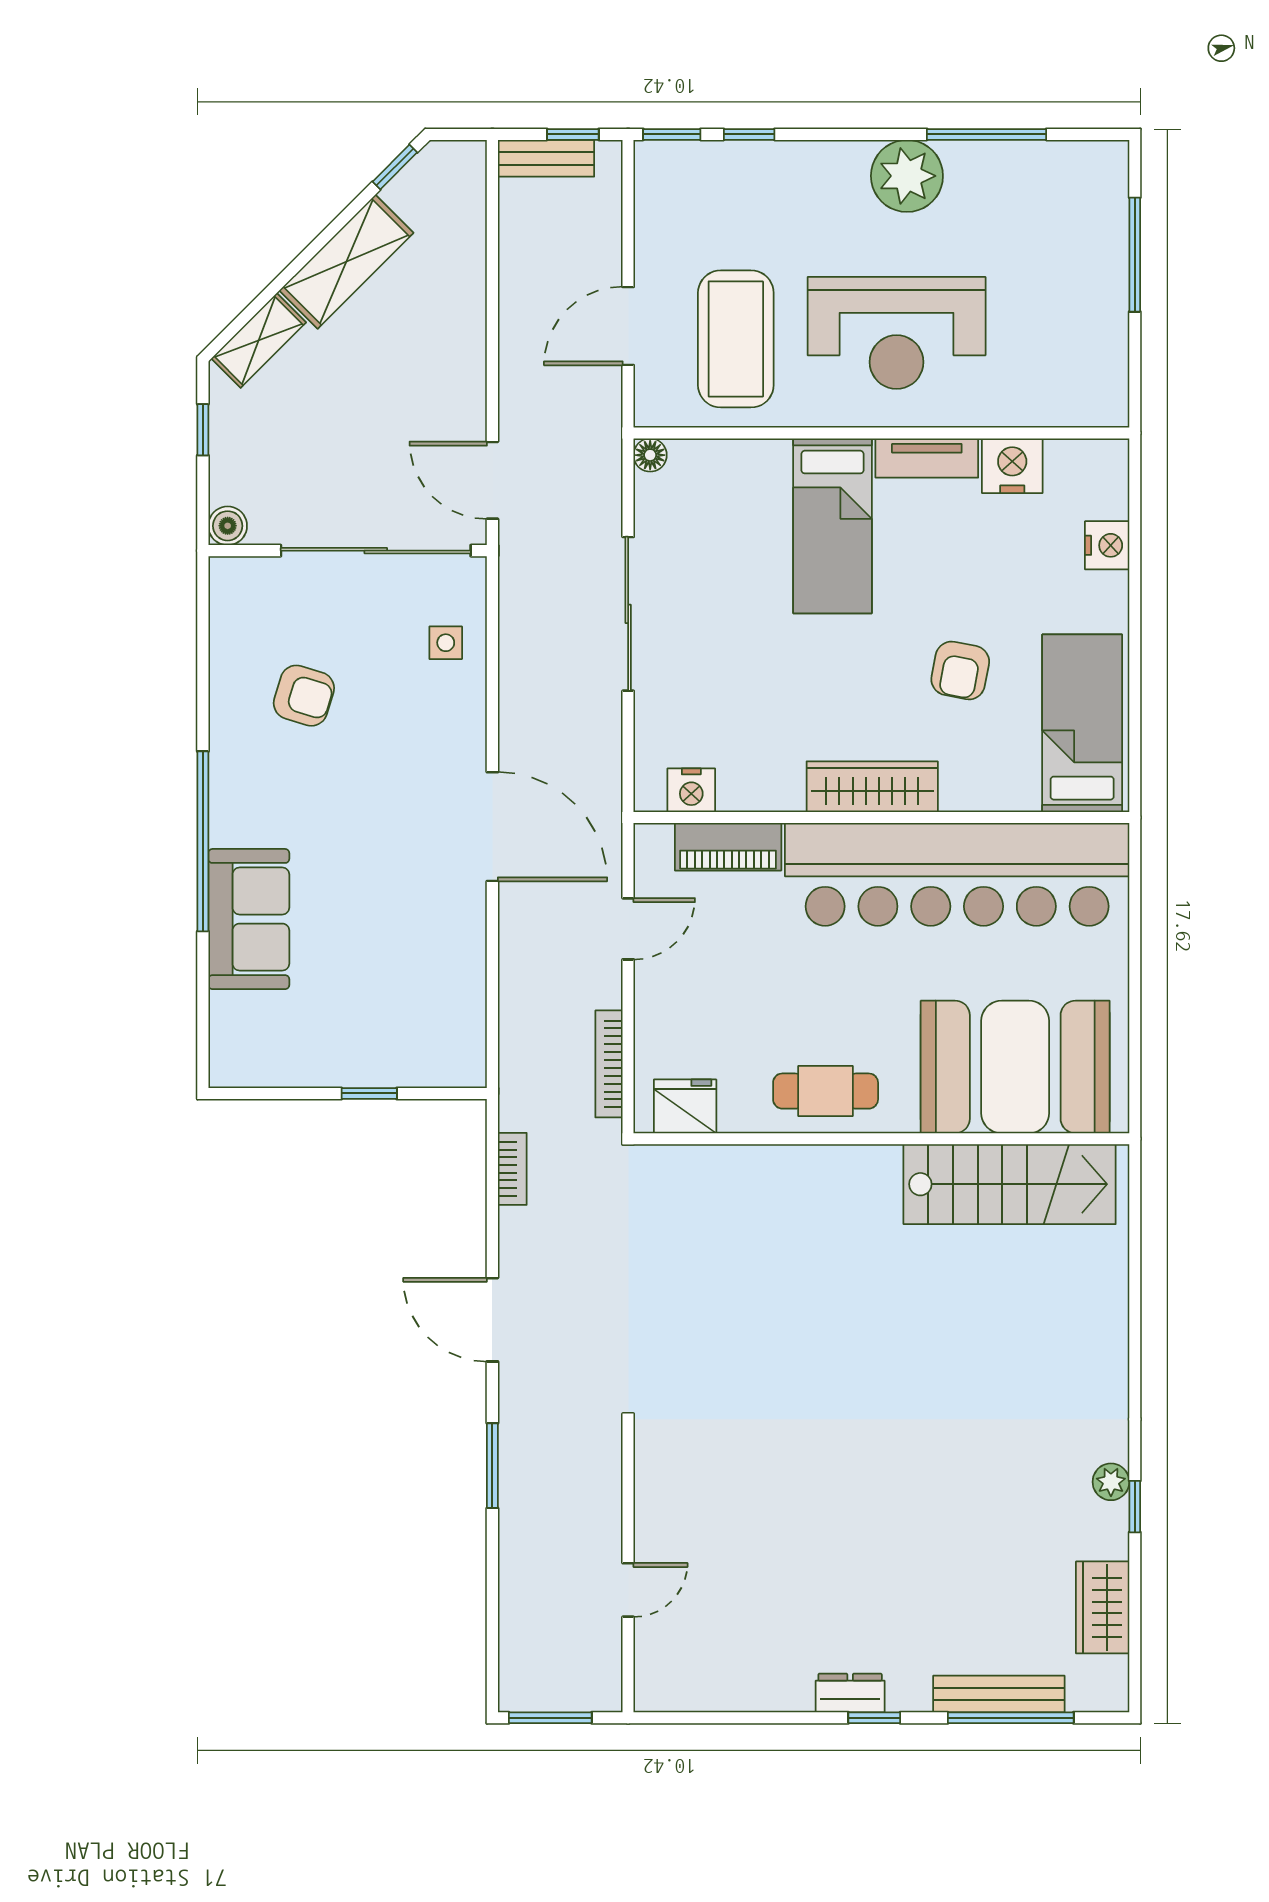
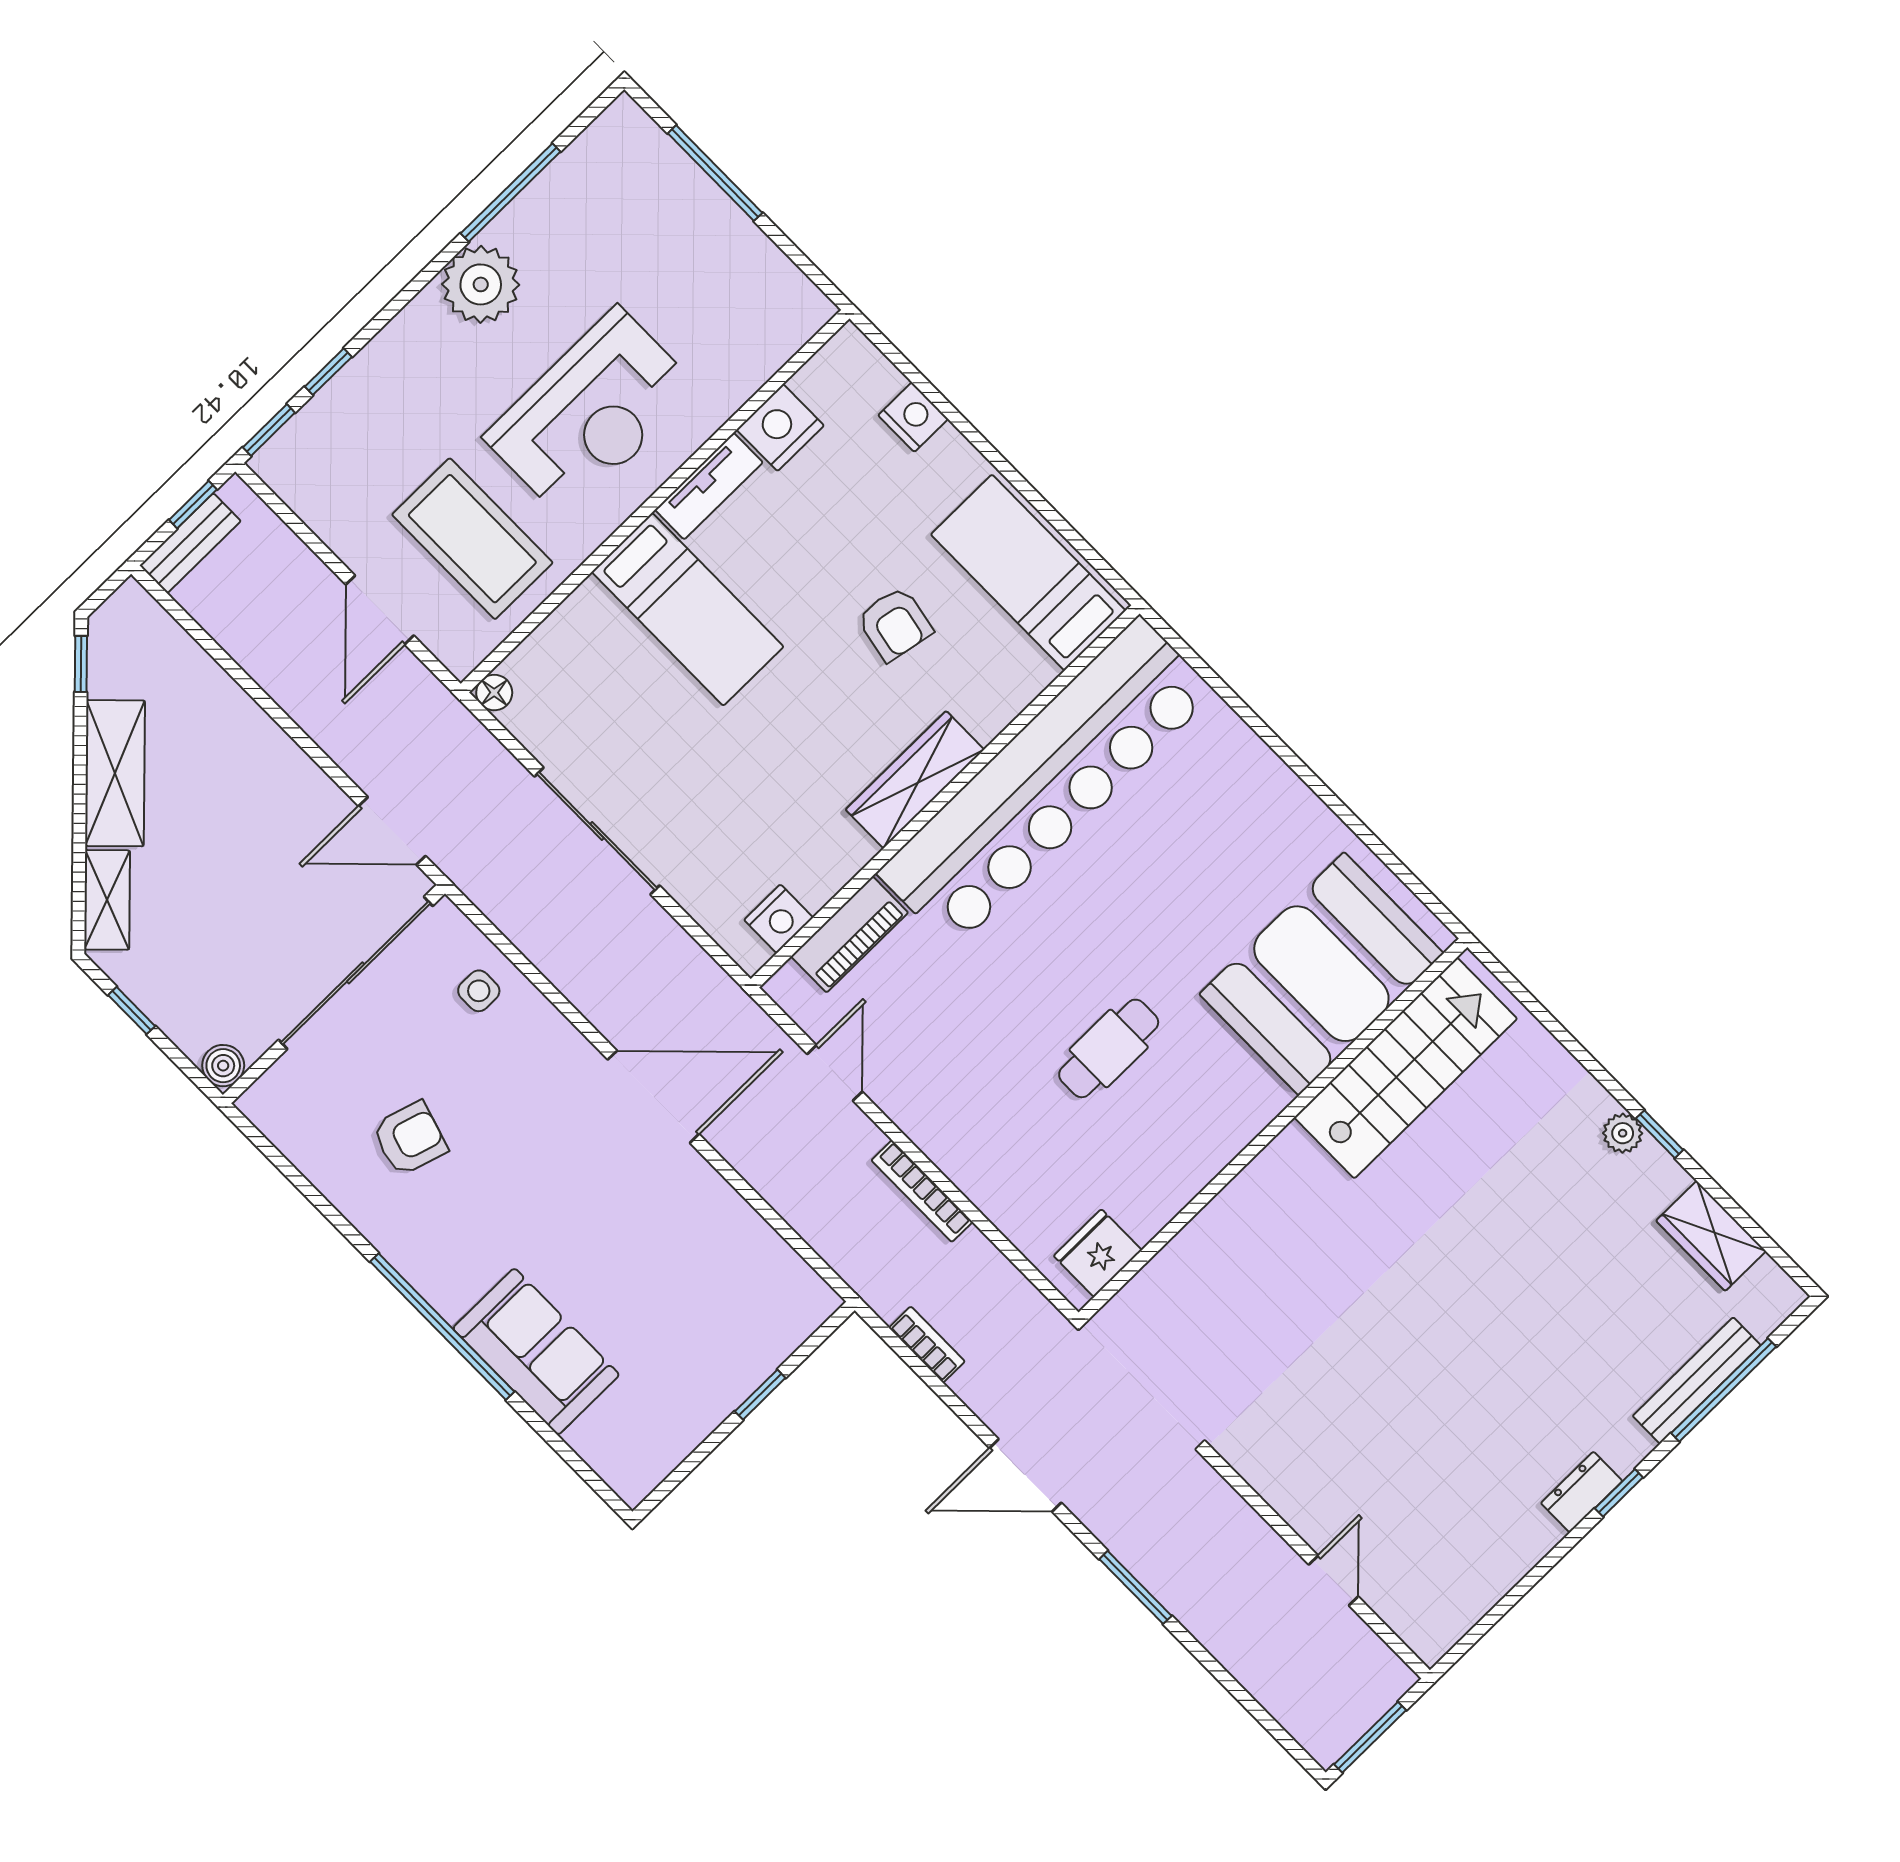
booth: (1015, 1067) -> (1321, 974), moved
fridge: (685, 1106) -> (1098, 1253), moved
wall: (881, 1139) -> (1273, 1130), moved
stairs: (1010, 1184) -> (1406, 1068), moved

